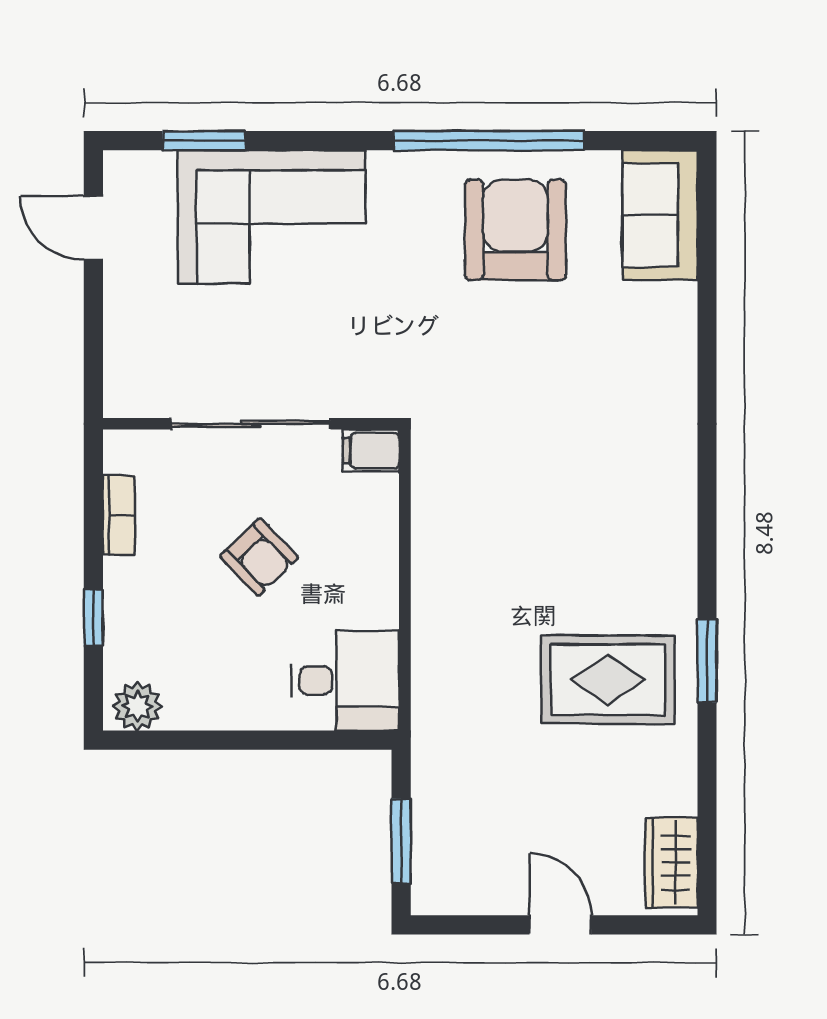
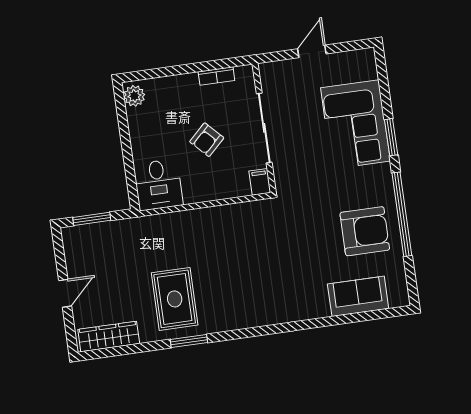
window: (204, 141) -> (391, 137), moved
sofa: (660, 215) -> (358, 296), moved
door: (93, 228) -> (312, 51), moved
window: (93, 618) -> (170, 71), removed
wardrobe: (671, 863) -> (109, 336), width x1.50

